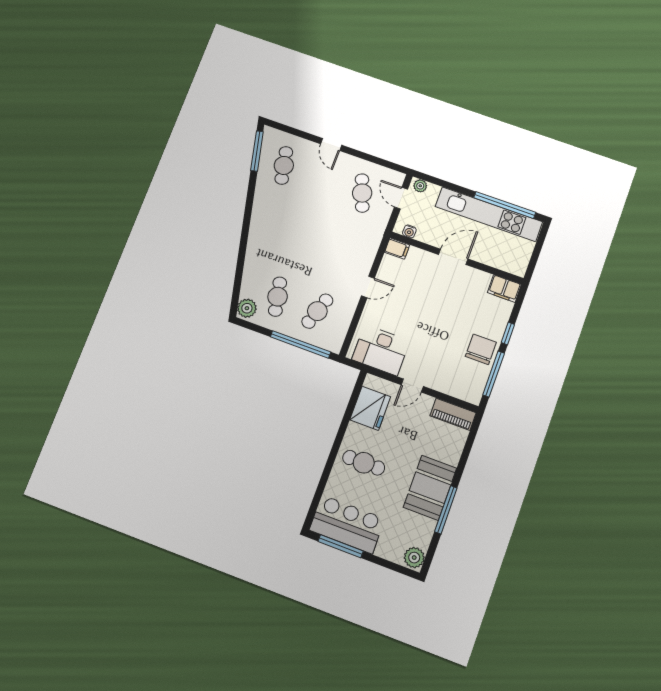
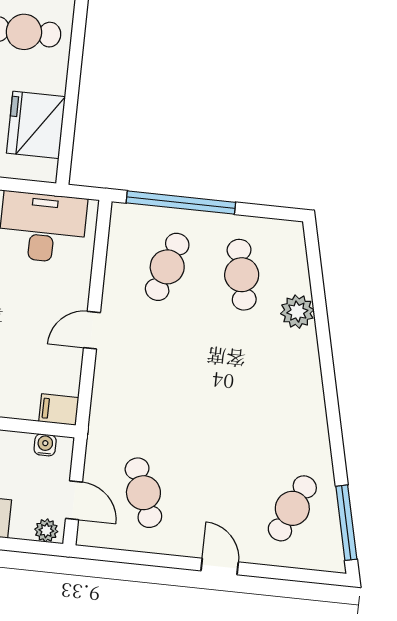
cafe table: (284, 165) -> (292, 508), turned 36
plant: (247, 308) -> (297, 312), moved

